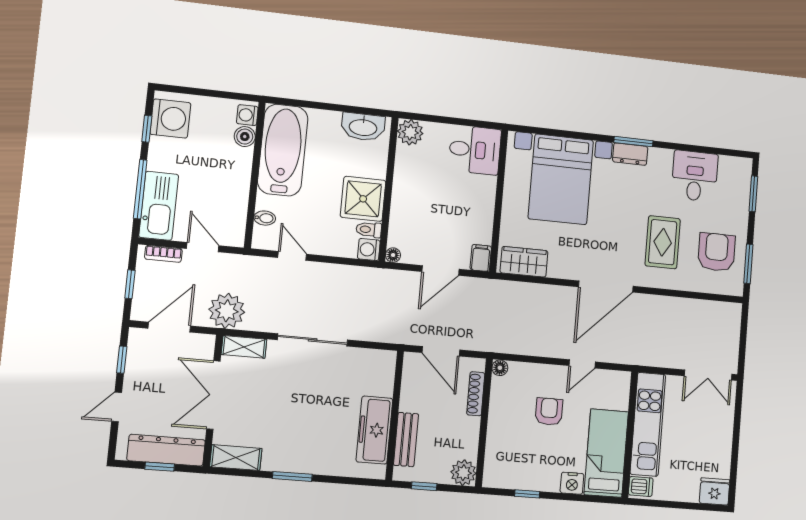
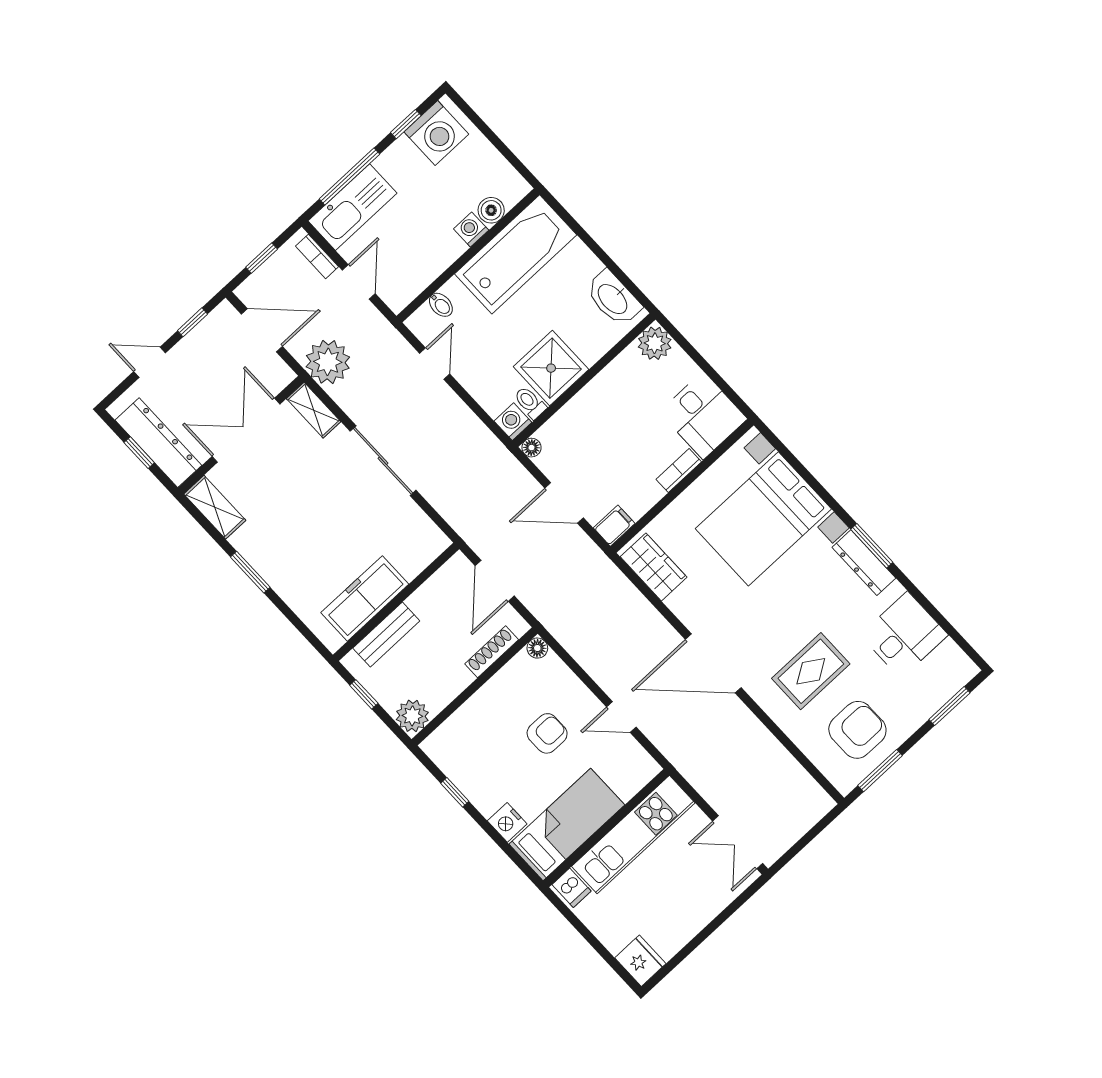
washing machine: (247, 115) -> (471, 230), moved
dresser: (630, 154) -> (864, 563), width x1.44
bookcase: (489, 194) -> (679, 471), added

